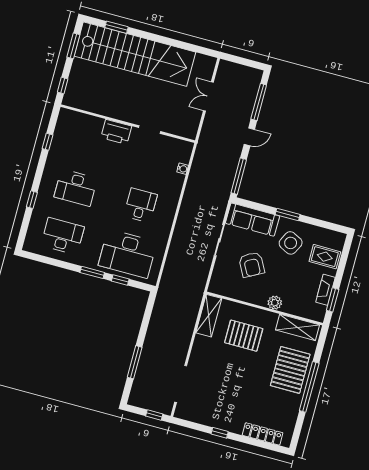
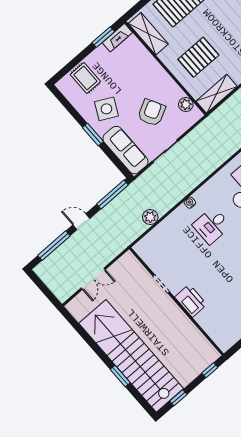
window: (117, 27) -> (120, 376), moved
window: (73, 46) -> (178, 398), width x0.67
water cooler: (183, 169) -> (190, 203), moved
plant: (195, 178) -> (150, 217), added
fireplace: (325, 290) -> (117, 38), moved
plant: (275, 303) -> (186, 104), moved
pallet: (244, 336) -> (198, 57), turned 90

